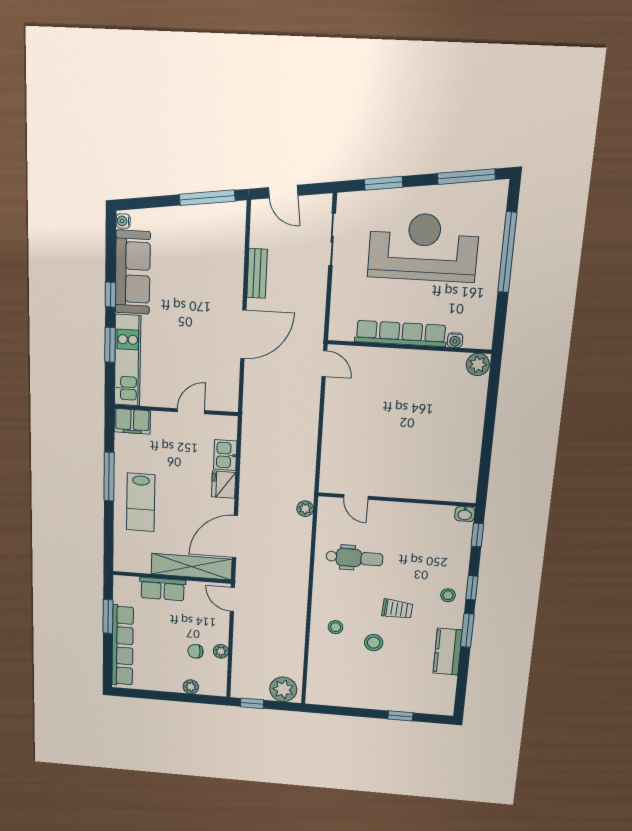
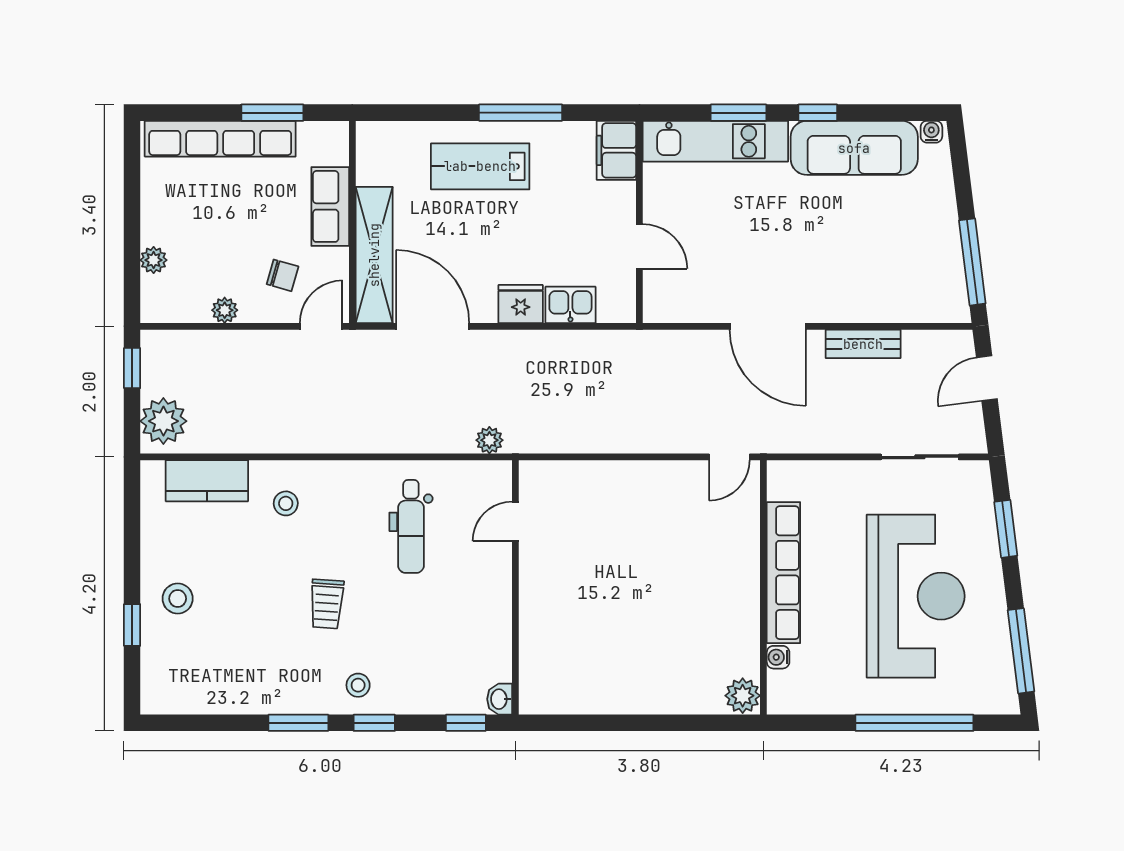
stool: (374, 643) -> (178, 599), moved
chair: (195, 651) -> (283, 275), moved, turned 106
kitchen counter: (448, 652) -> (207, 481), moved, turned 180

